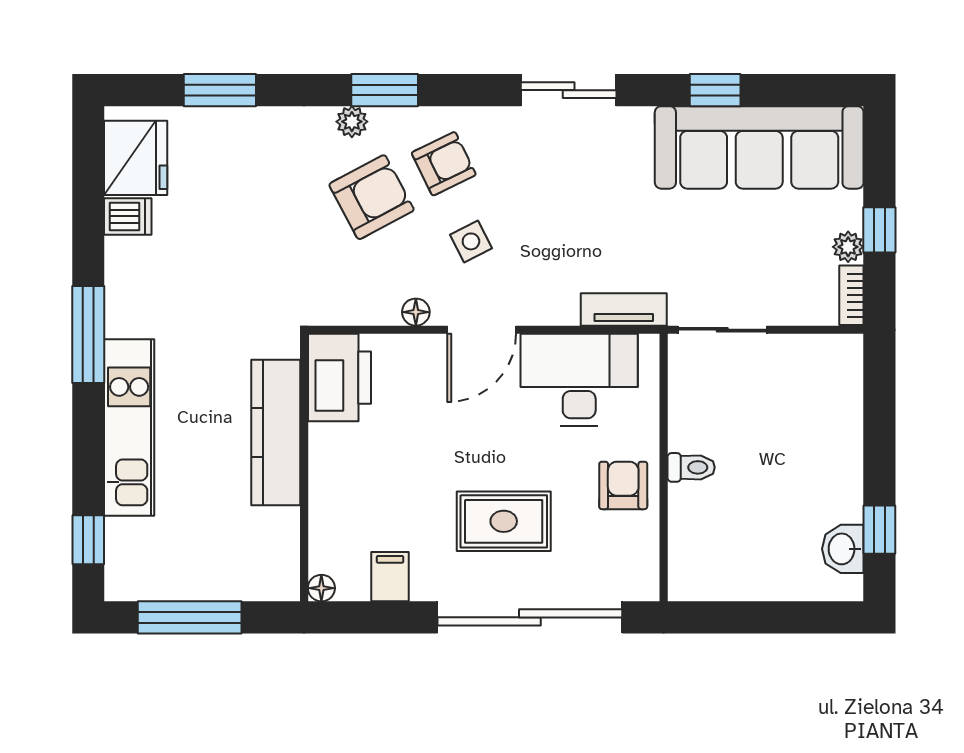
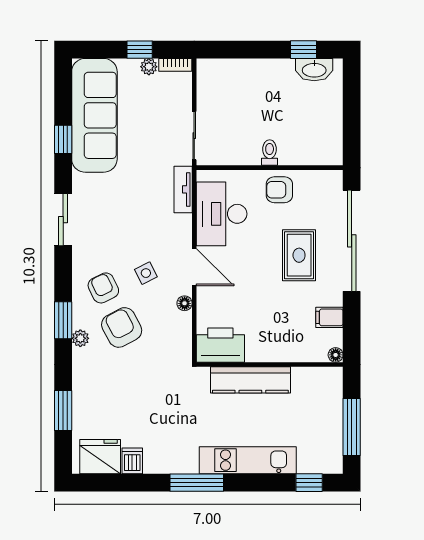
washbasin: (843, 549) -> (314, 70), width x1.38

